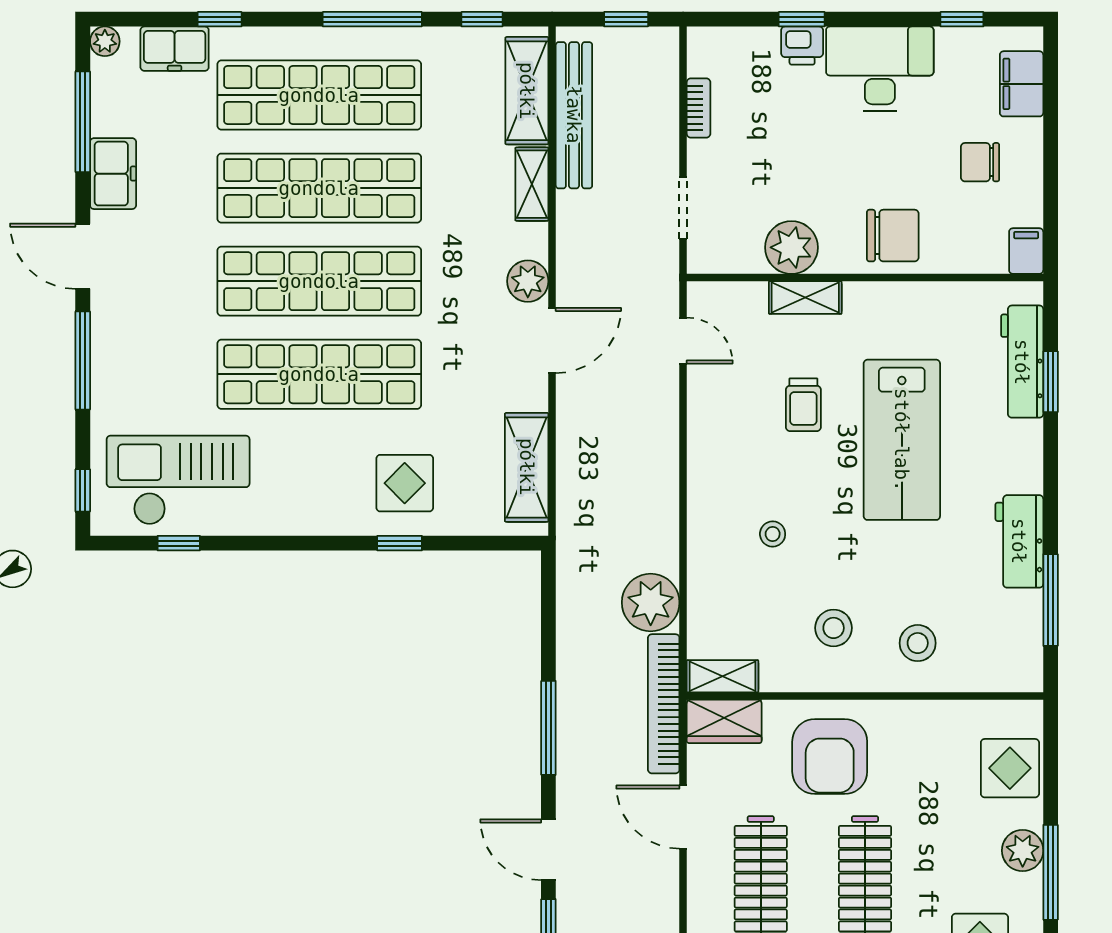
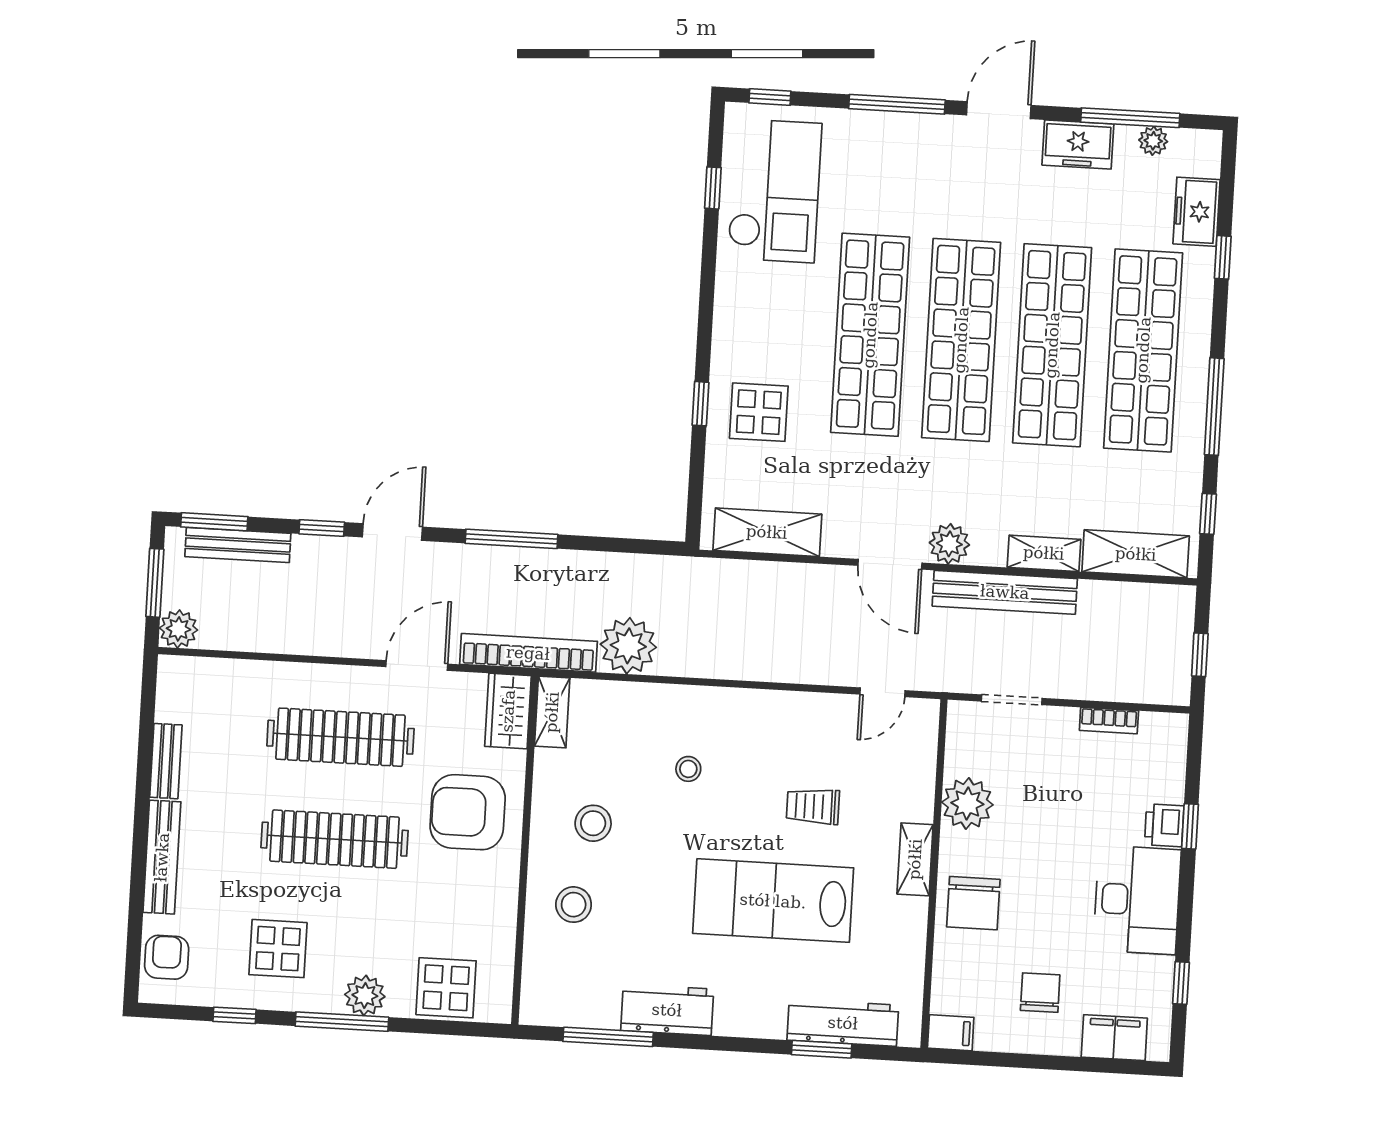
plant: (105, 41) -> (1153, 141), moved
bench: (574, 115) -> (1005, 592), moved
shelving: (805, 298) -> (915, 859), moved

